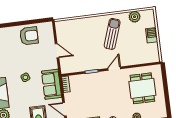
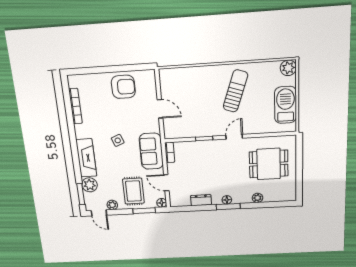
plant: (135, 17) -> (288, 68), moved
barbecue: (152, 35) -> (285, 105), width x1.88, depth x1.53
dining table: (142, 88) -> (269, 164), turned 90

